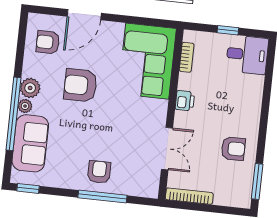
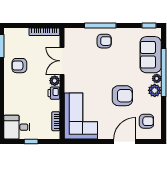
plant: (182, 119) -> (55, 81), added
armchair: (99, 172) -> (104, 41), turned -90

